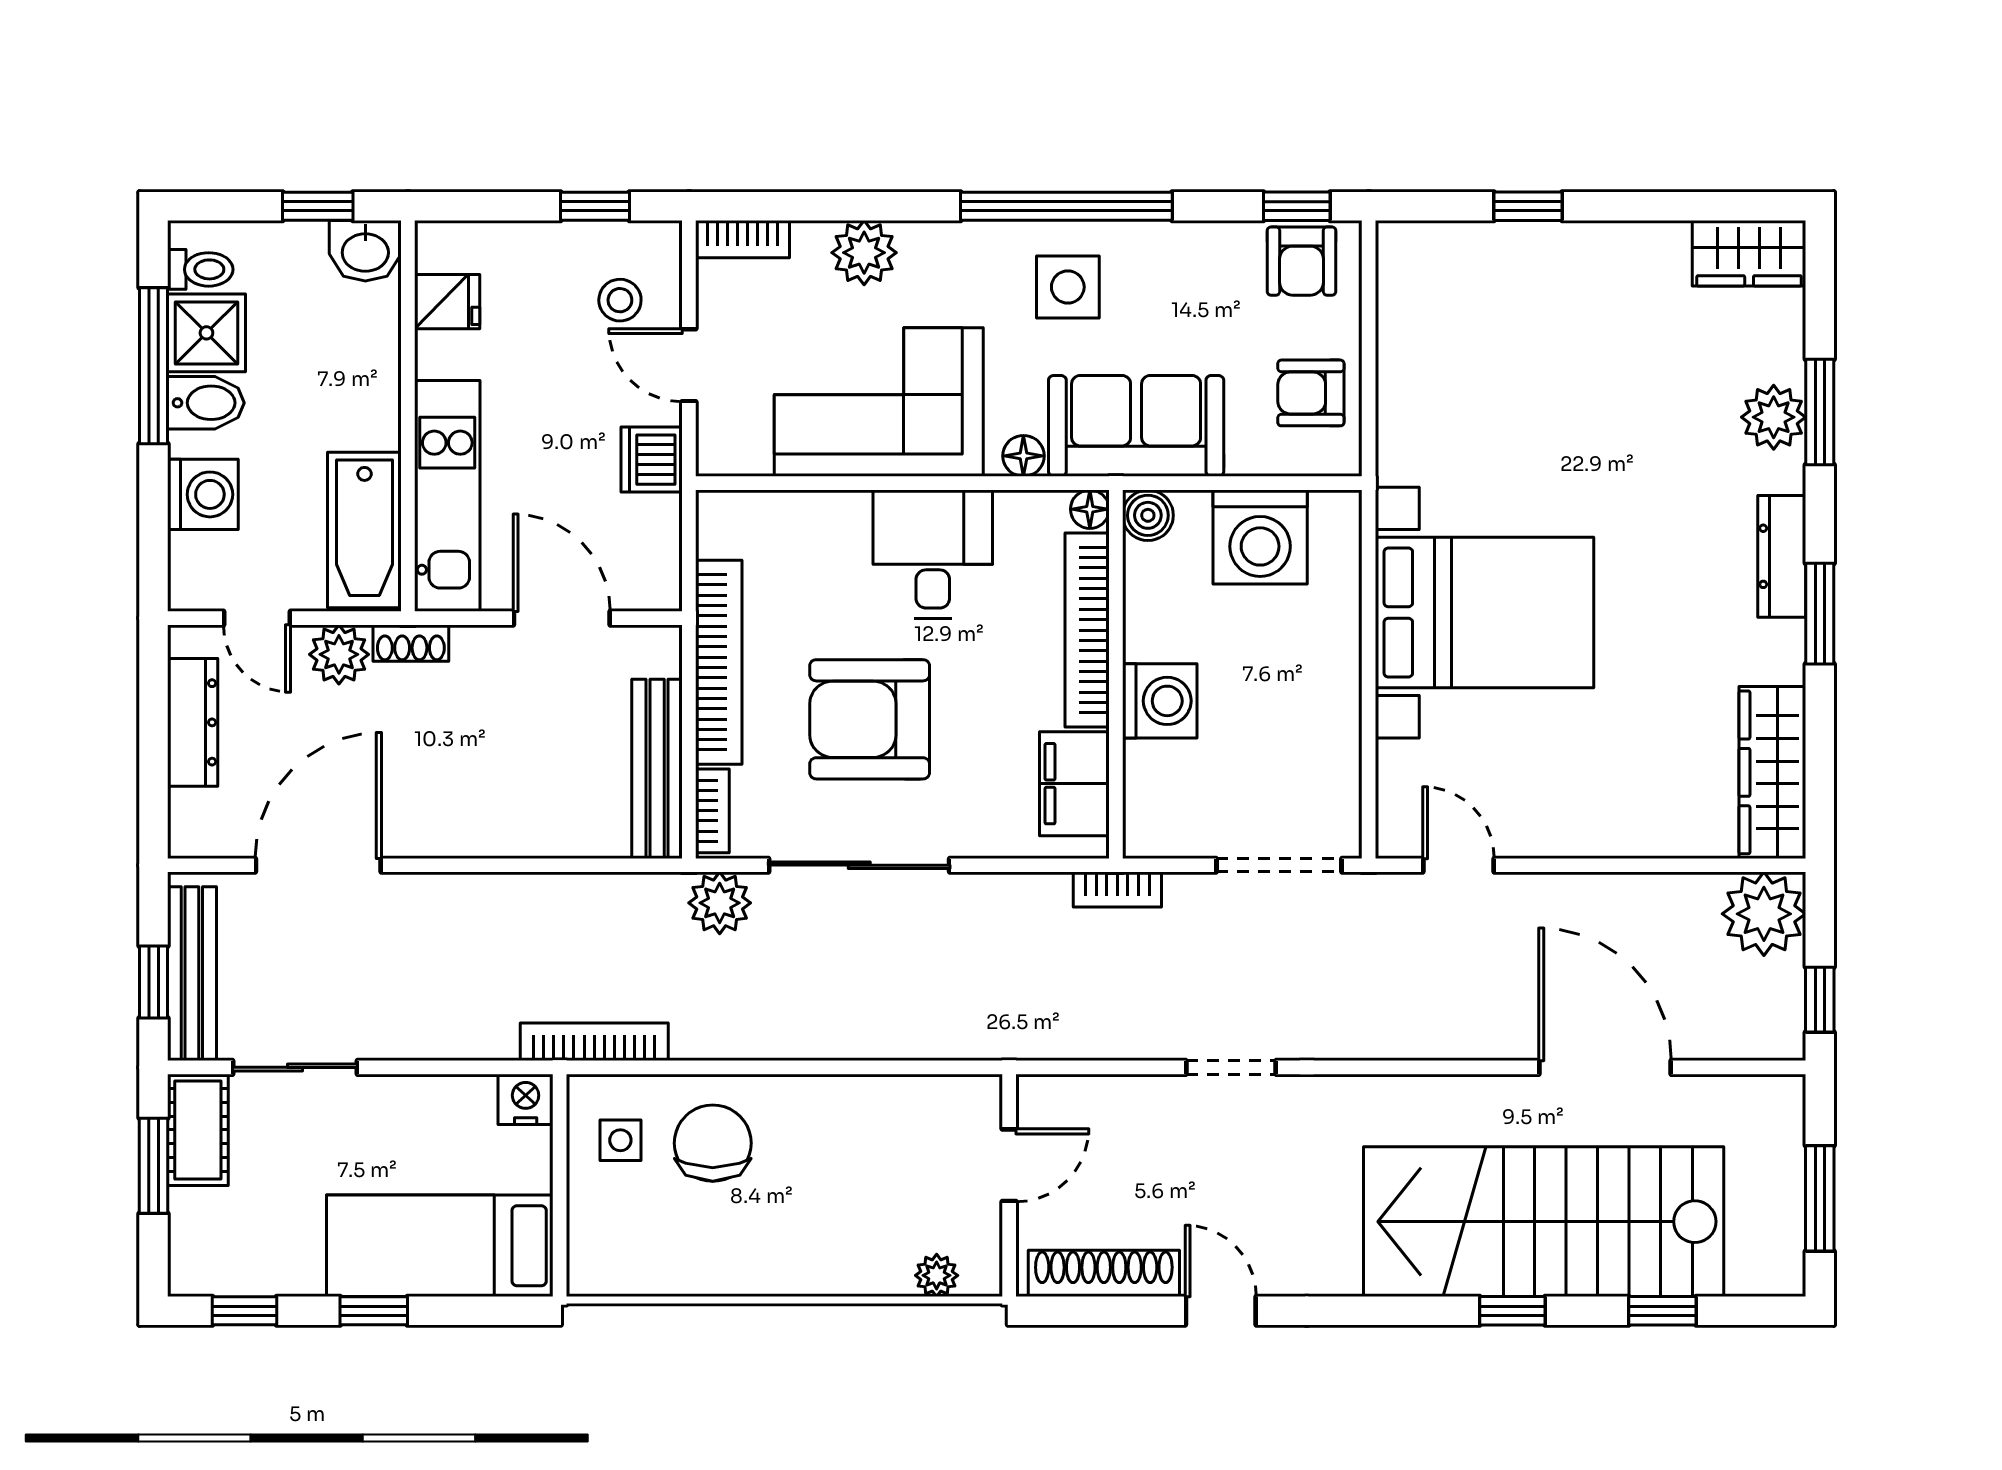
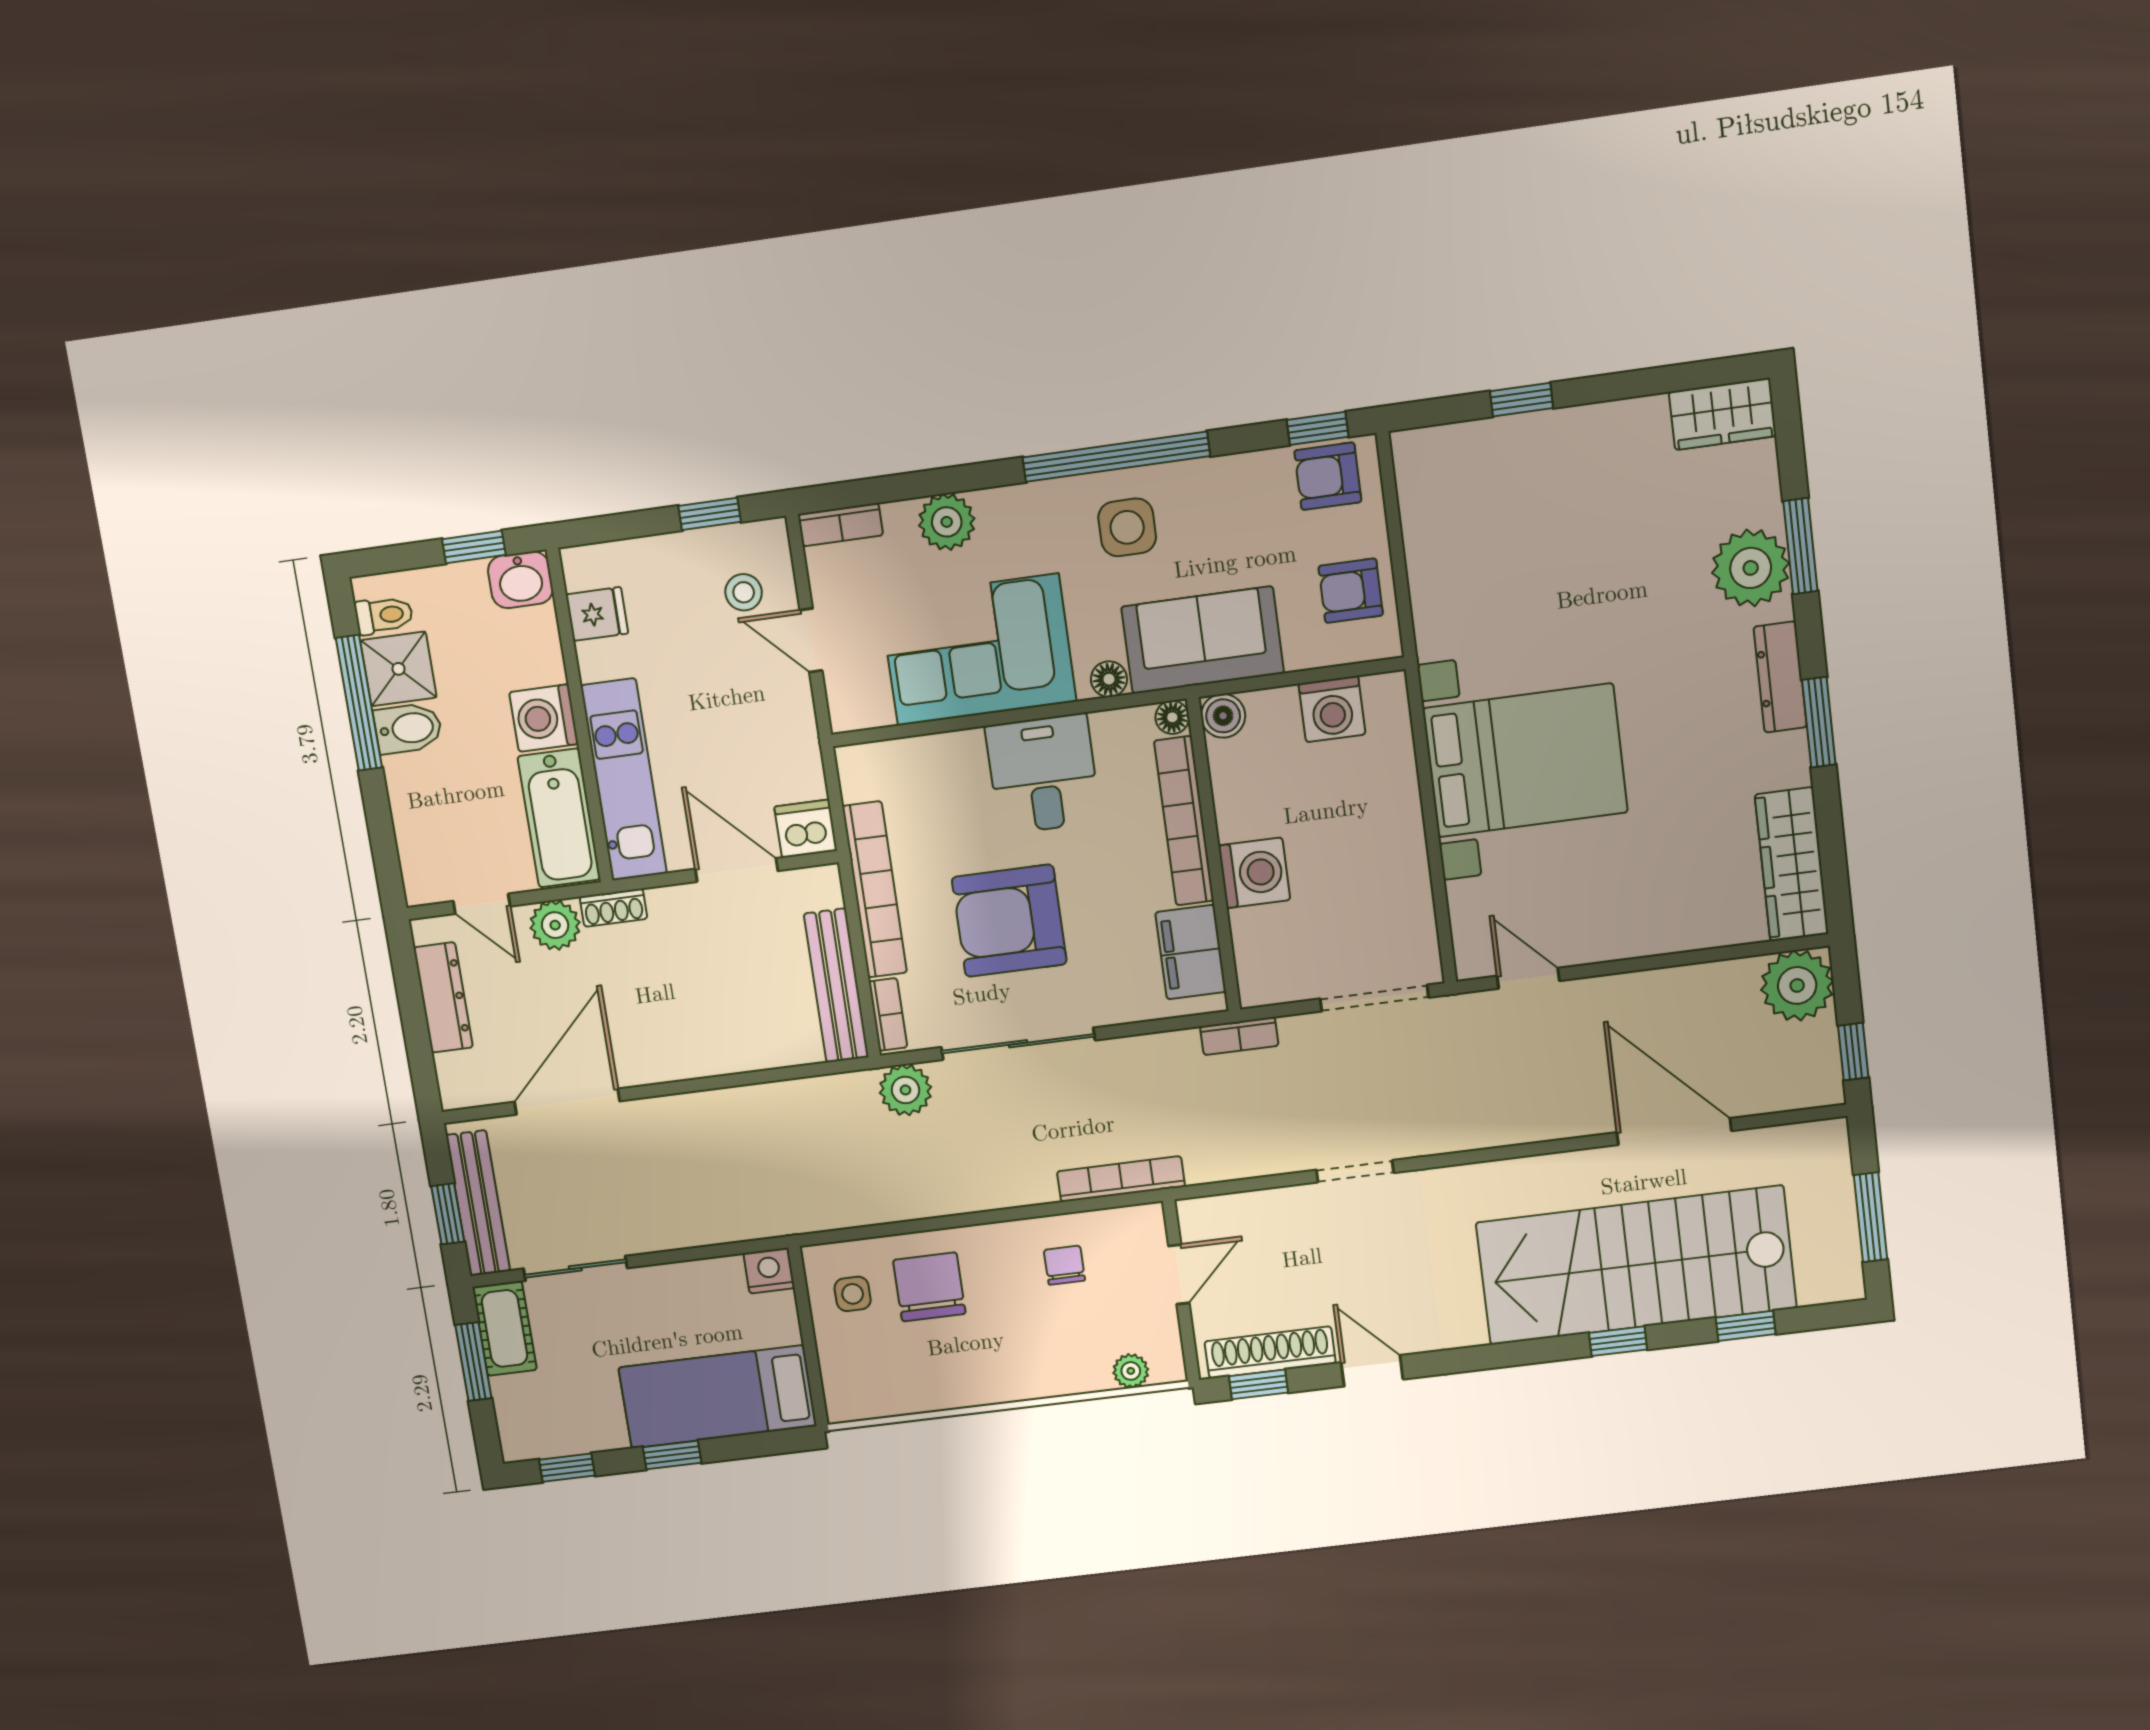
armchair: (1301, 261) -> (1328, 476), turned 90
plant: (1774, 417) -> (1751, 568), width x1.36, depth x1.36
dishwasher: (652, 460) -> (806, 829), moved, turned 90
washing machine: (203, 494) -> (544, 718), moved, turned 180
washing machine: (1260, 537) -> (1332, 709), width x0.73, depth x0.73
bookcase: (594, 1042) -> (1121, 1179), moved
chair: (876, 1137) -> (1064, 1265), added
window: (1085, 1311) -> (1258, 1384), added

